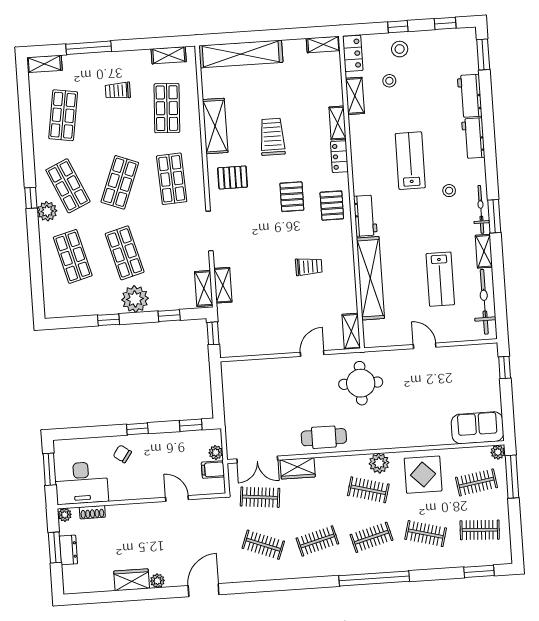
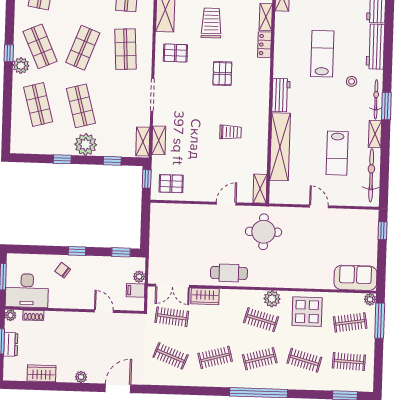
workbench: (473, 138) -> (375, 47), width x1.38
pallet: (332, 206) -> (171, 184), moved, turned 90
wardrobe: (132, 580) -> (41, 373), moved

